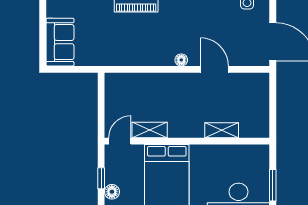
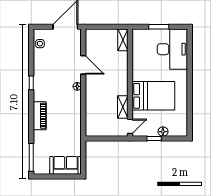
door: (214, 69) -> (83, 65), swing flipped
shelving: (222, 130) -> (123, 40), moved
door: (120, 141) -> (130, 126), swing flipped

